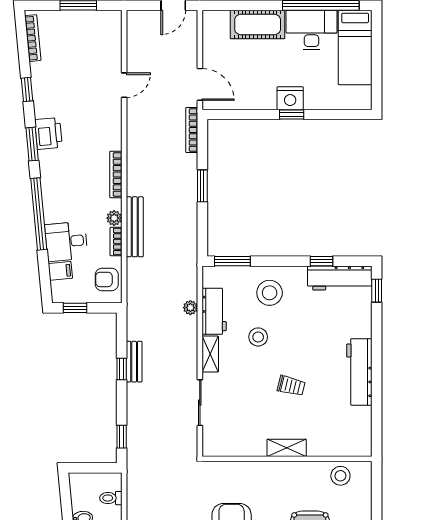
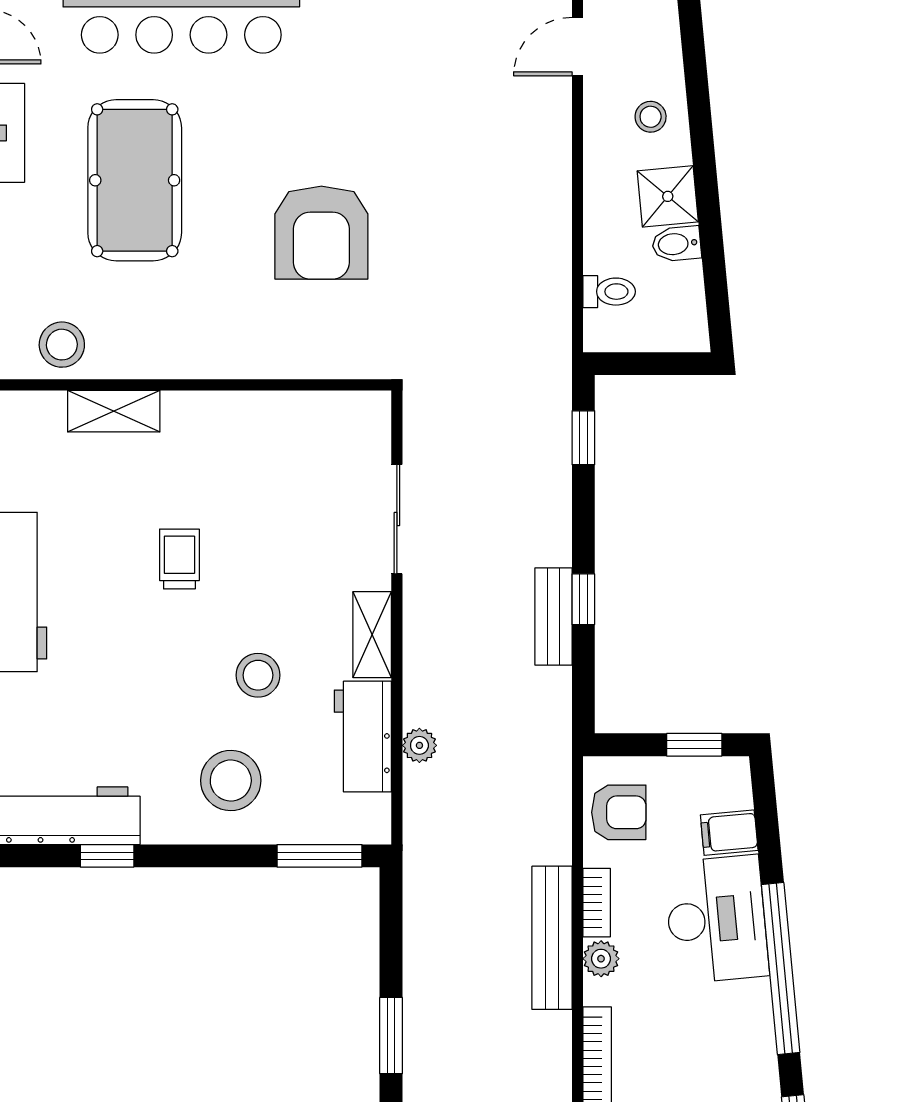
desk: (66, 242) -> (716, 919), width x1.37
trolley: (291, 386) -> (179, 559), turned 76
shelving: (287, 448) -> (114, 411), moved

